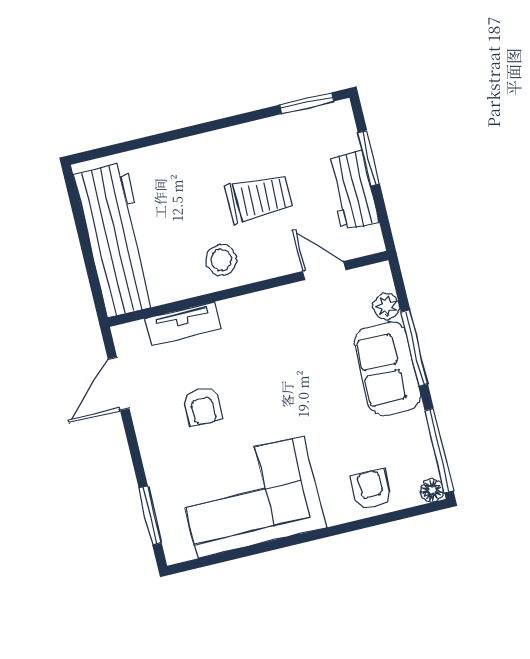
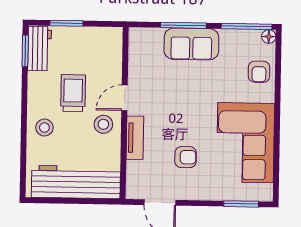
stool: (191, 166) -> (44, 128), added
workbench: (352, 191) -> (40, 49), moved, turned -90
door: (324, 271) -> (124, 98), moved
plant: (386, 306) -> (155, 35), removed
tv unit: (183, 324) -> (135, 138), moved
armchair: (371, 489) -> (259, 72), turned -90

